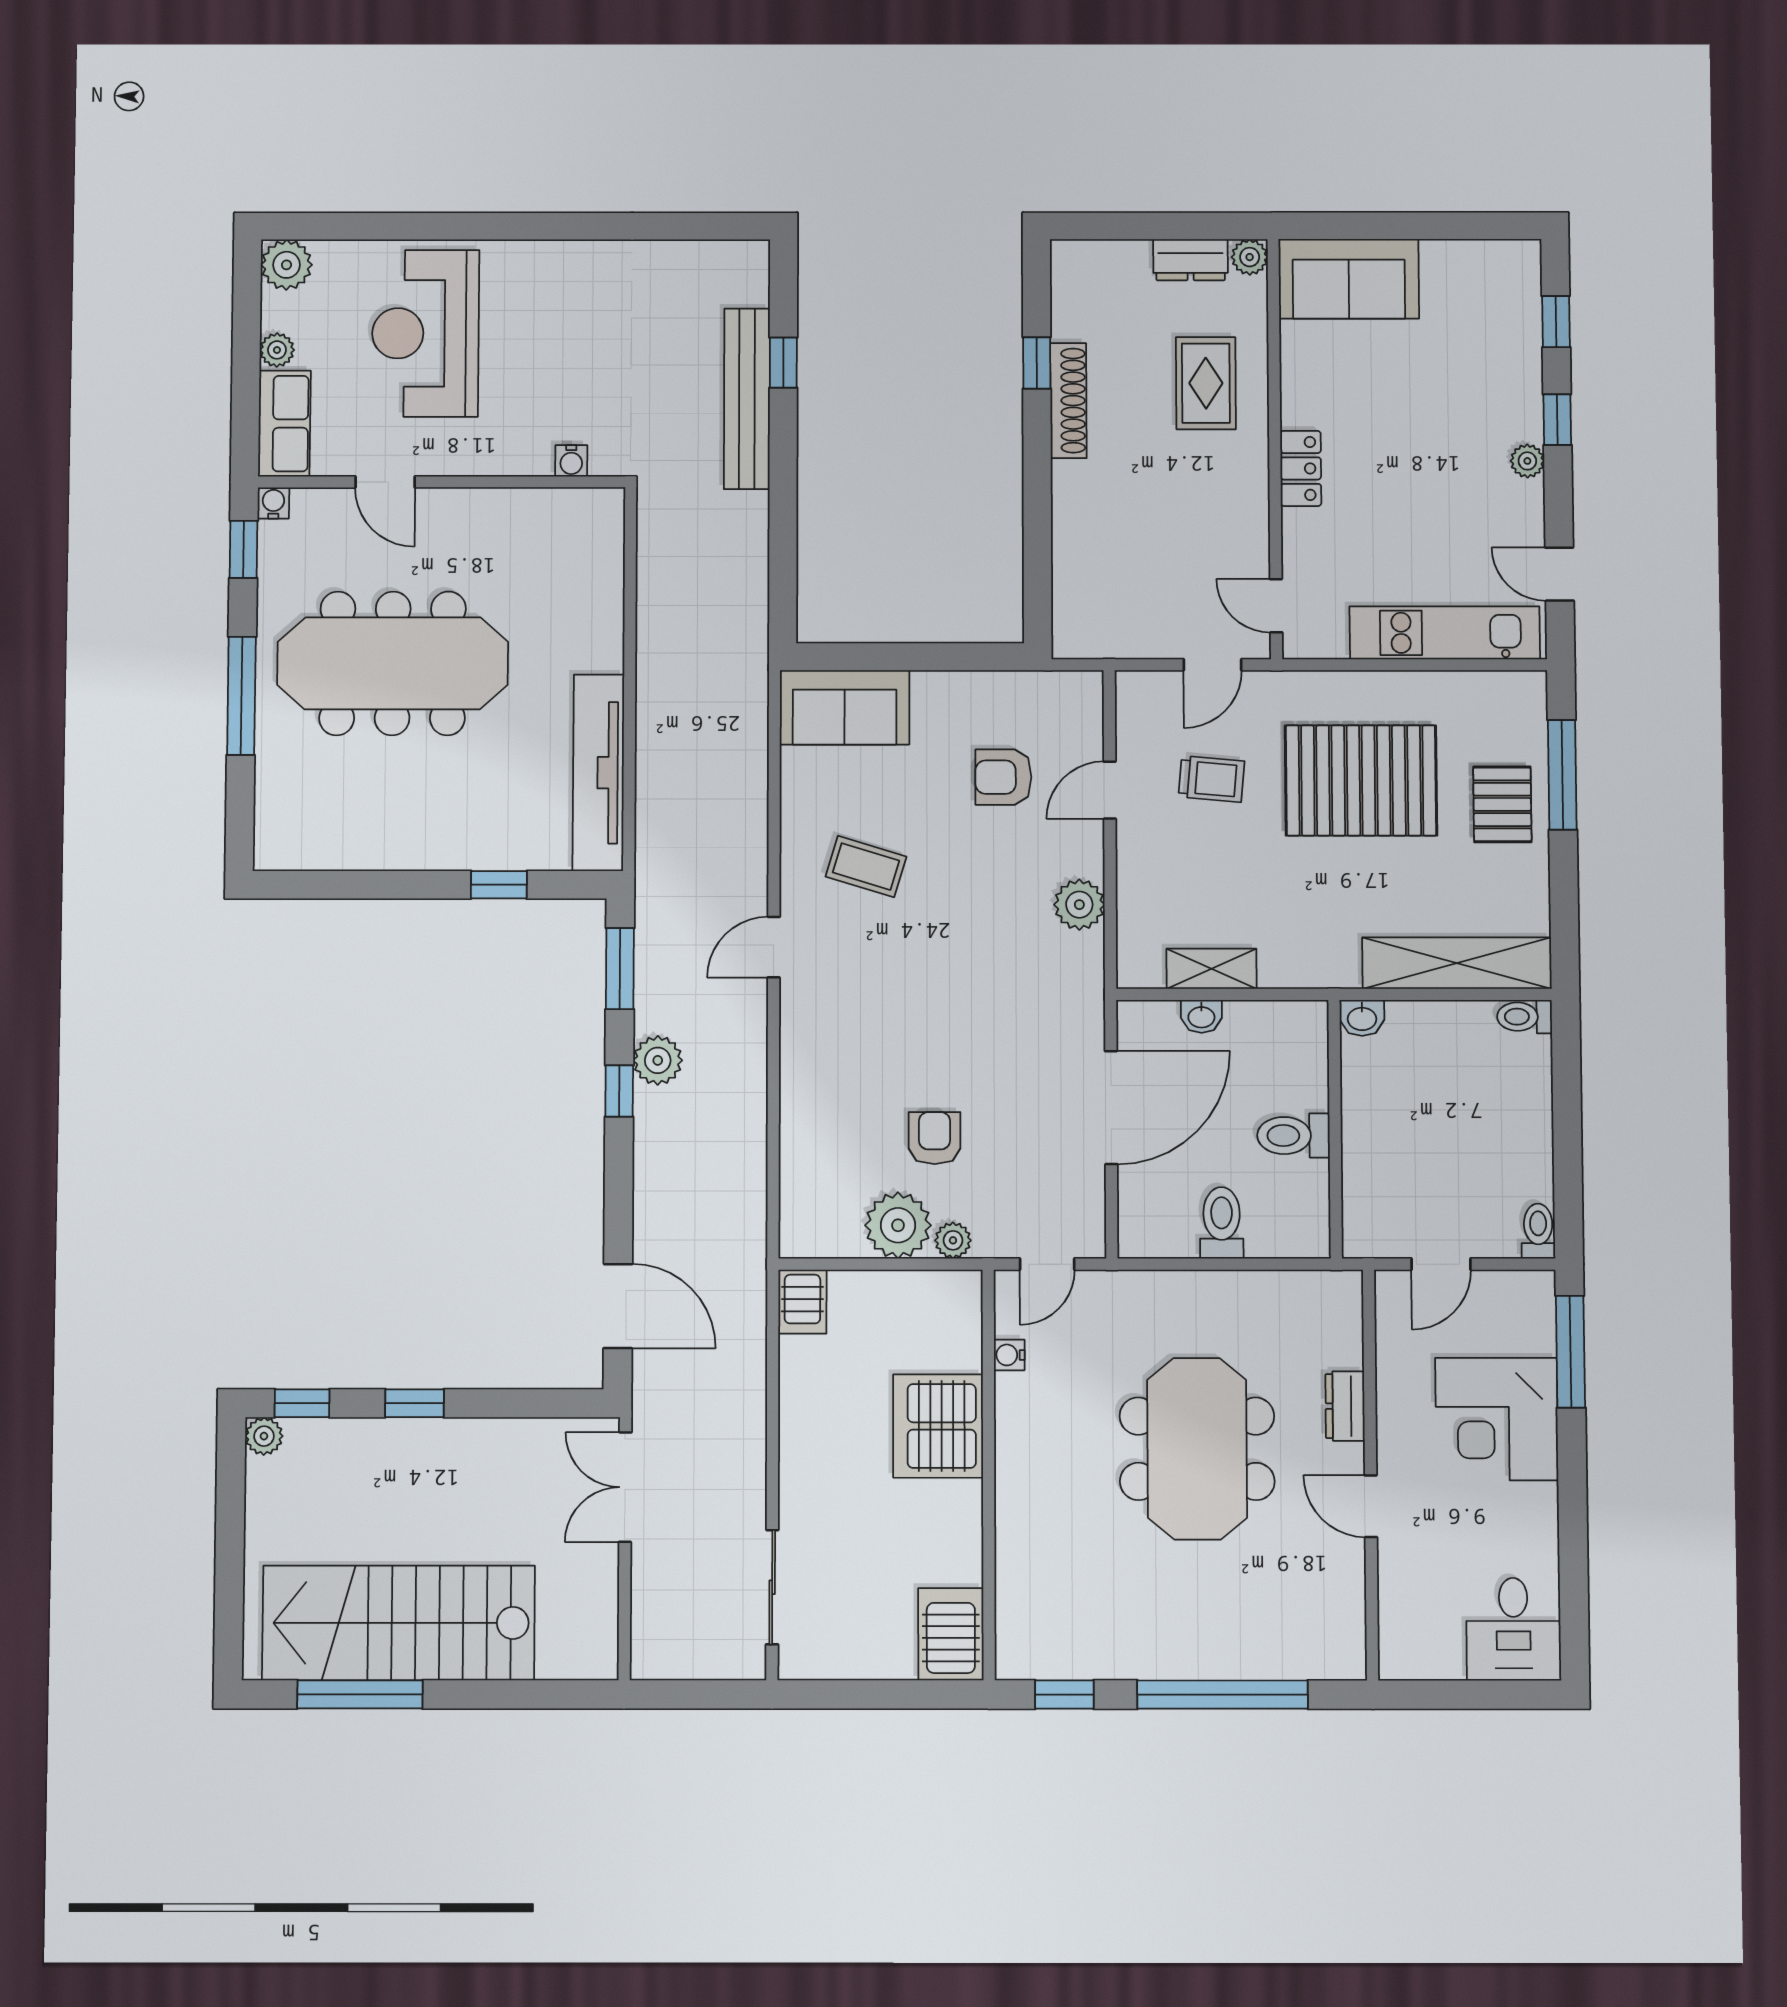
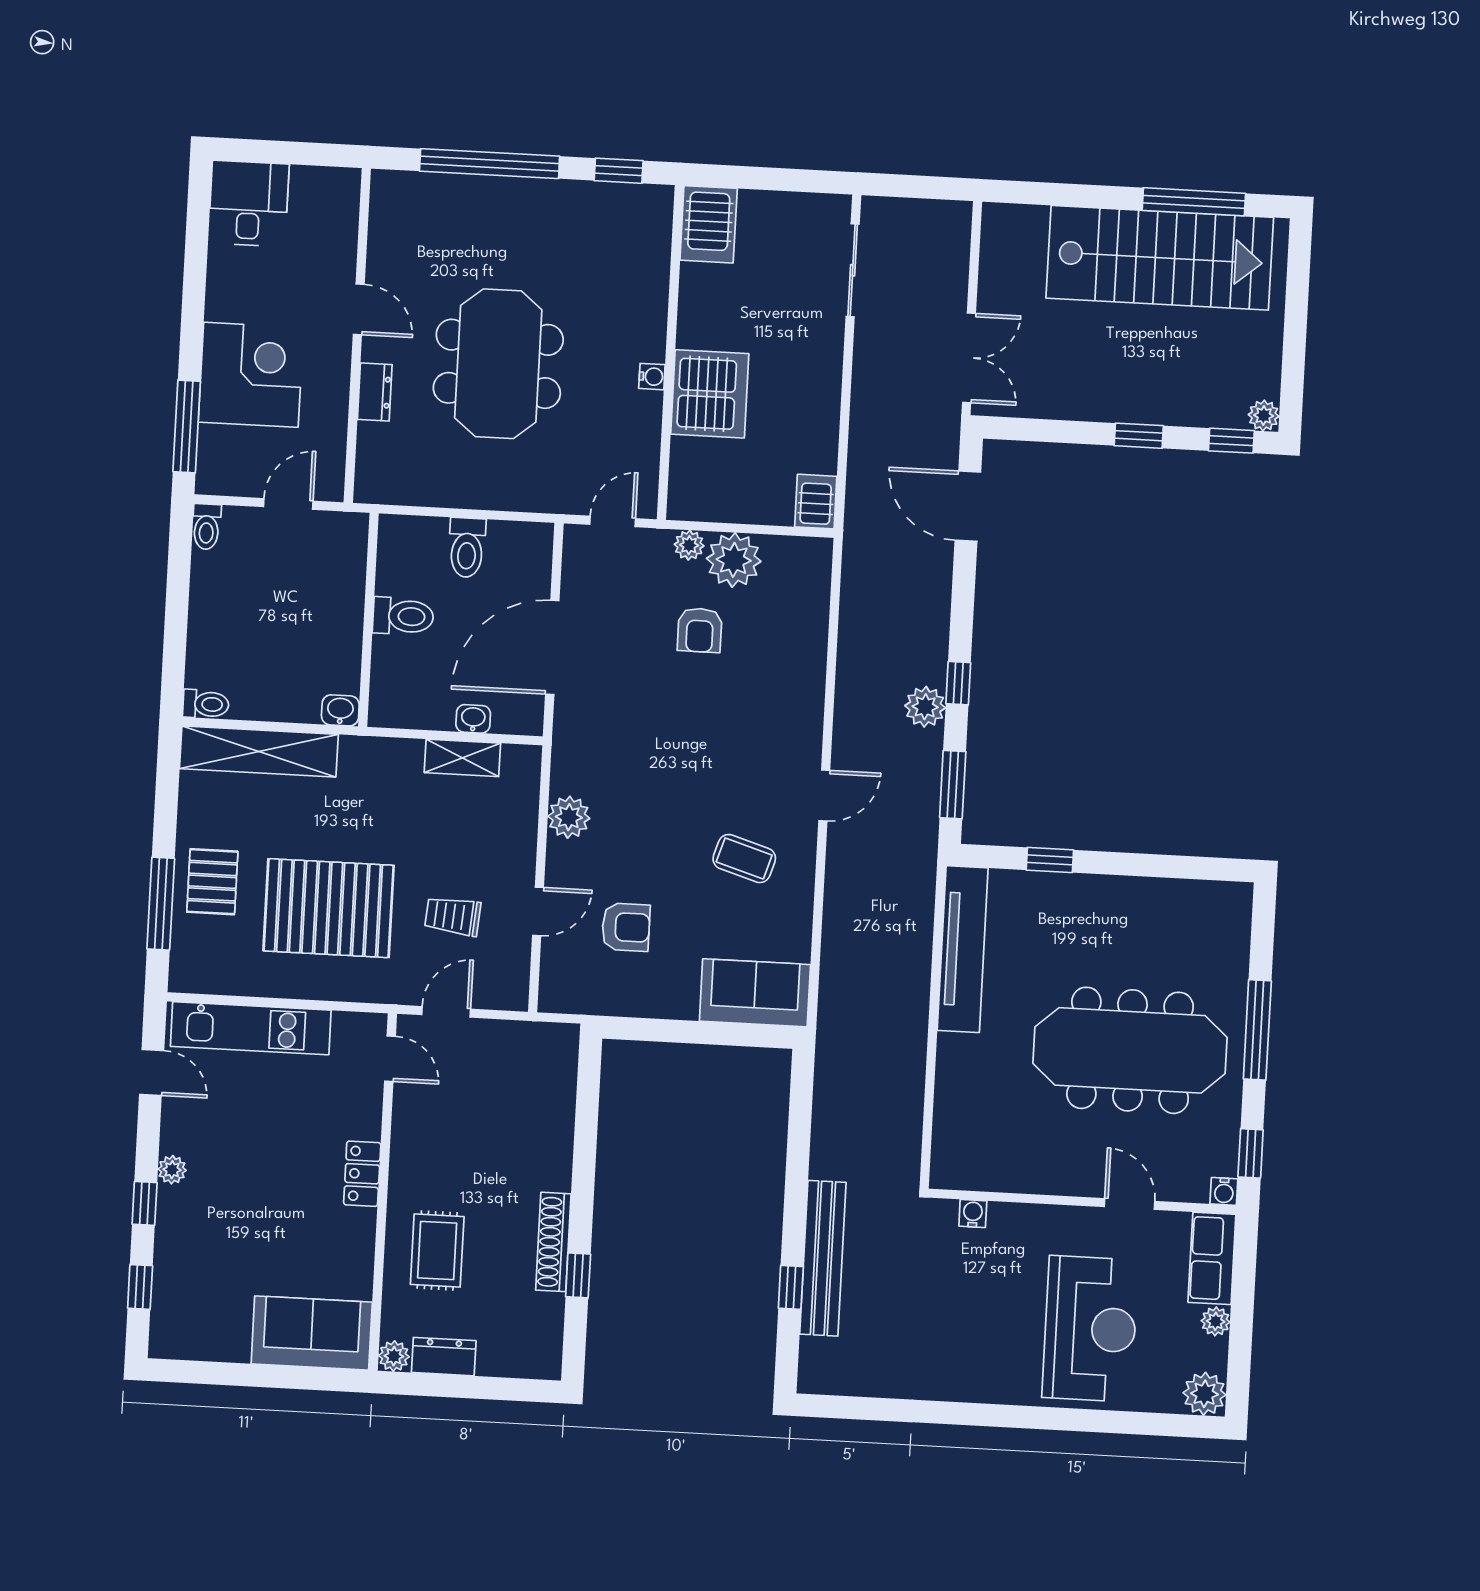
water cooler: (1009, 1355) -> (652, 377), moved

